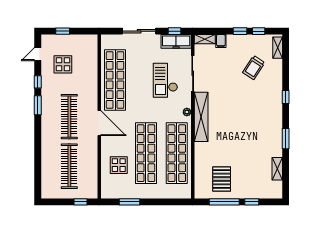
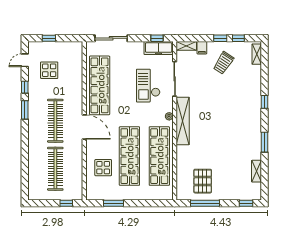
sliding door: (139, 31) -> (111, 38), moved
trolley: (254, 68) -> (223, 63), moved
window: (252, 202) -> (246, 203), moved

